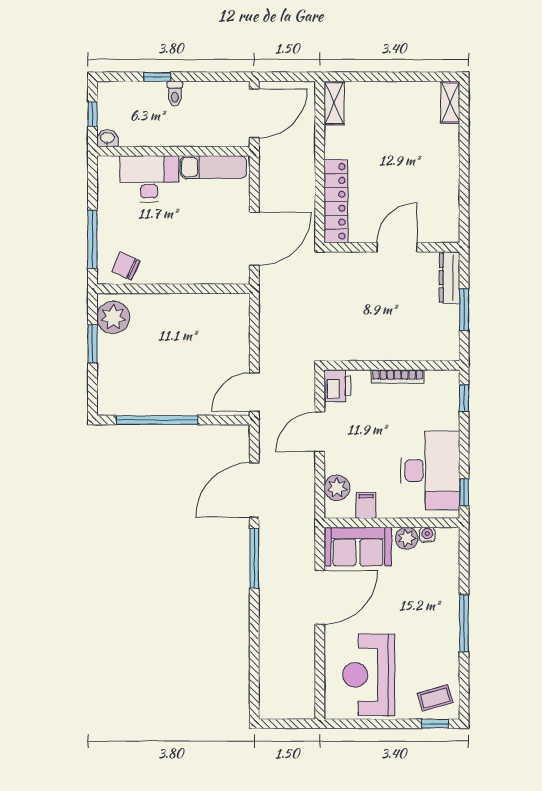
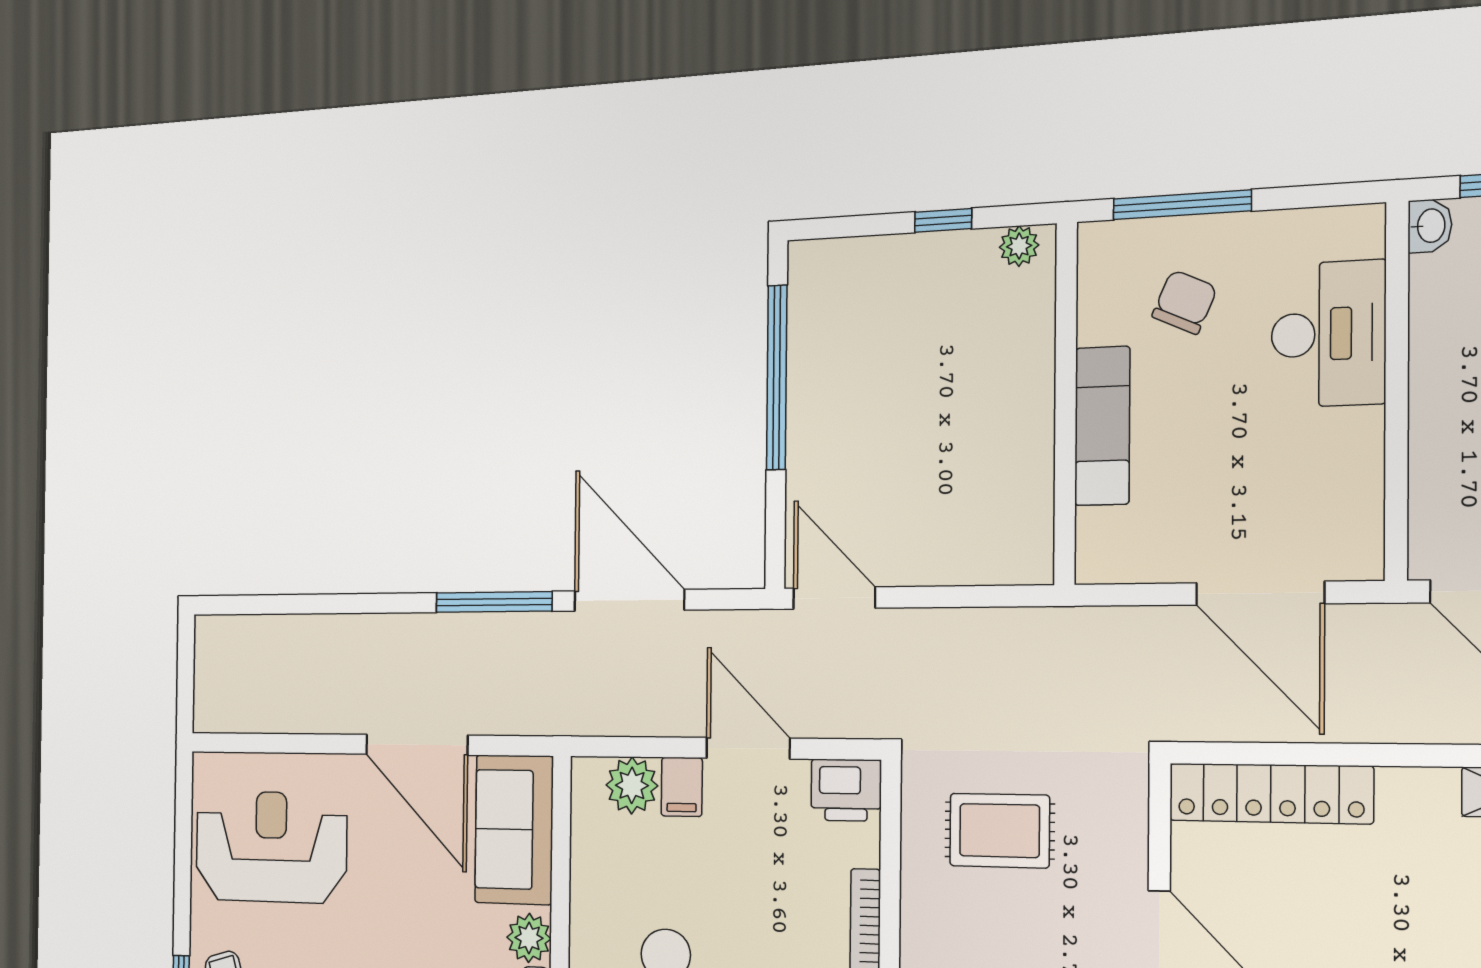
exam couch: (213, 167) -> (1102, 426), moved, turned 180
door: (254, 239) -> (1260, 593), moved
chair: (126, 266) -> (1185, 302), moved
rug: (353, 316) -> (1000, 831), added
plant: (113, 317) -> (1019, 246), width x0.53, depth x0.53
window: (92, 344) -> (943, 220), width x0.67
filing cabinet: (366, 505) -> (682, 787), moved, turned 90

